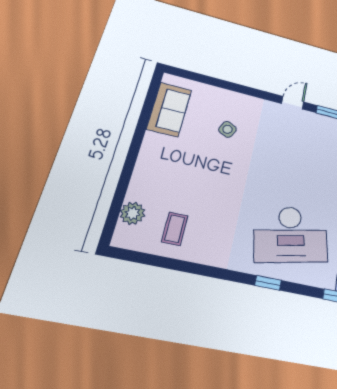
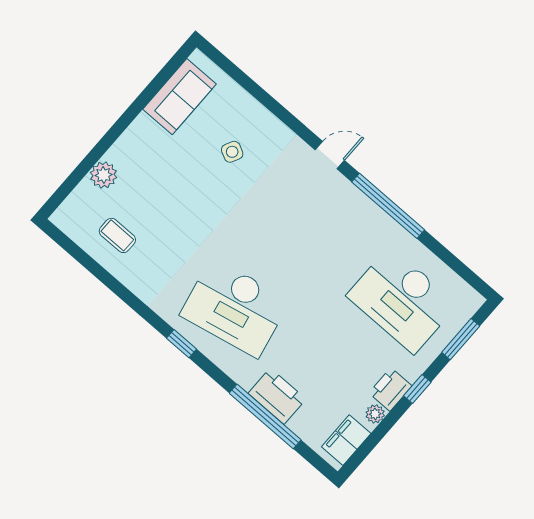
plant: (133, 213) -> (104, 175), moved
coffee table: (175, 229) -> (117, 235), turned 90

